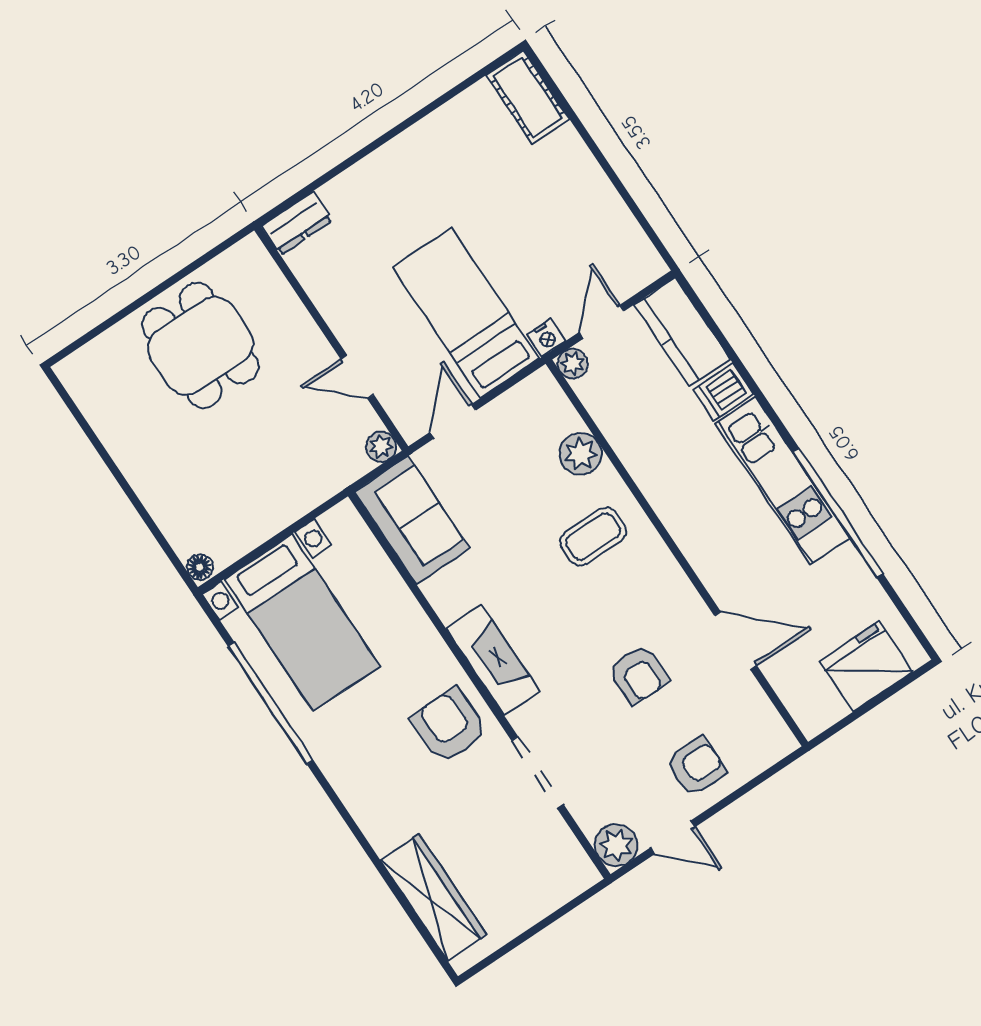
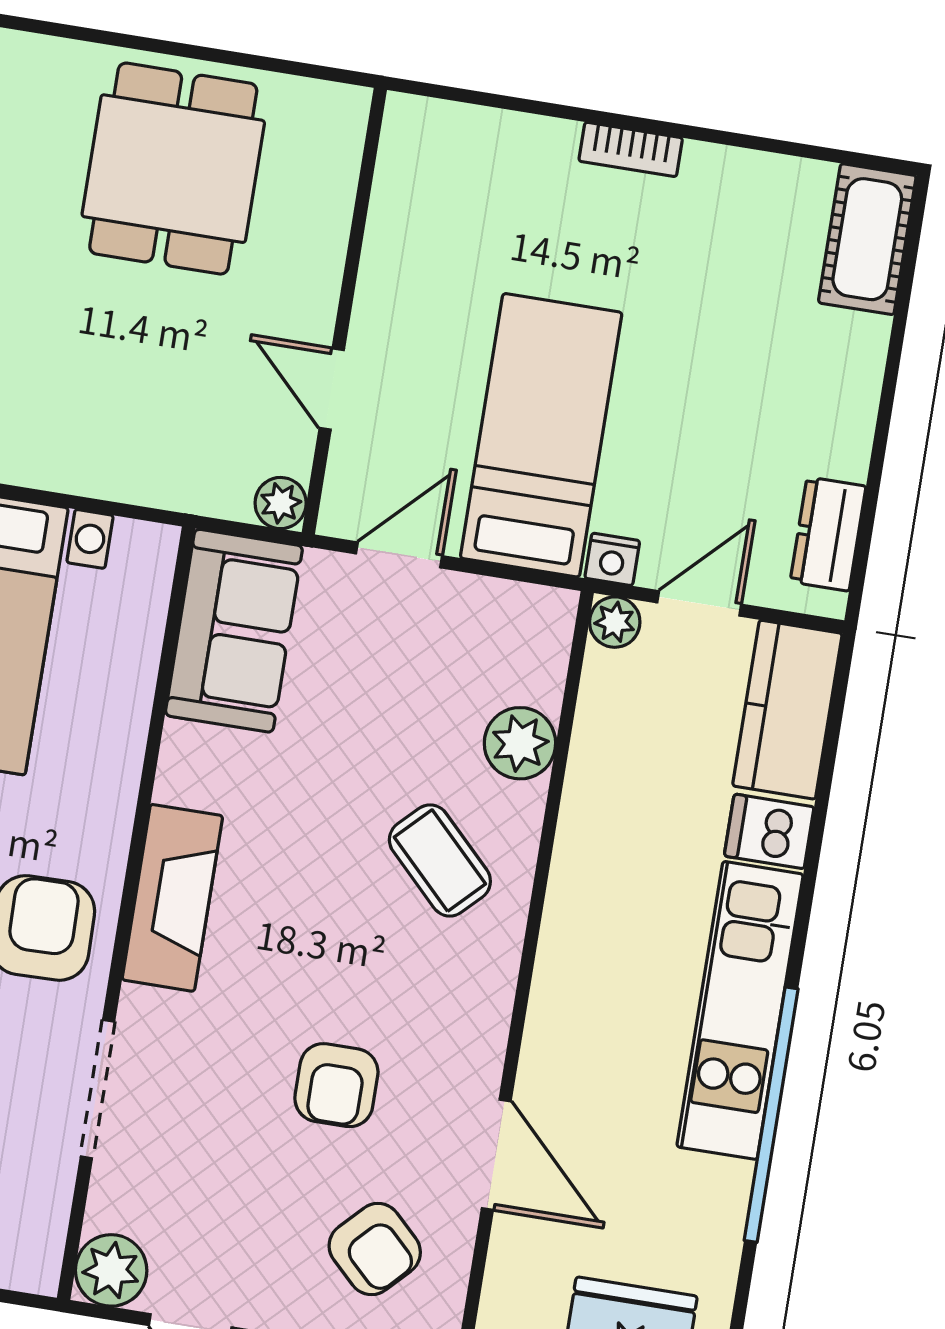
bookcase: (390, 154) -> (631, 149), added
dresser: (297, 223) -> (828, 534), moved, turned 90
coffee table: (593, 536) -> (440, 860), turned 45
armchair: (696, 766) -> (375, 1249), moved, turned 44

